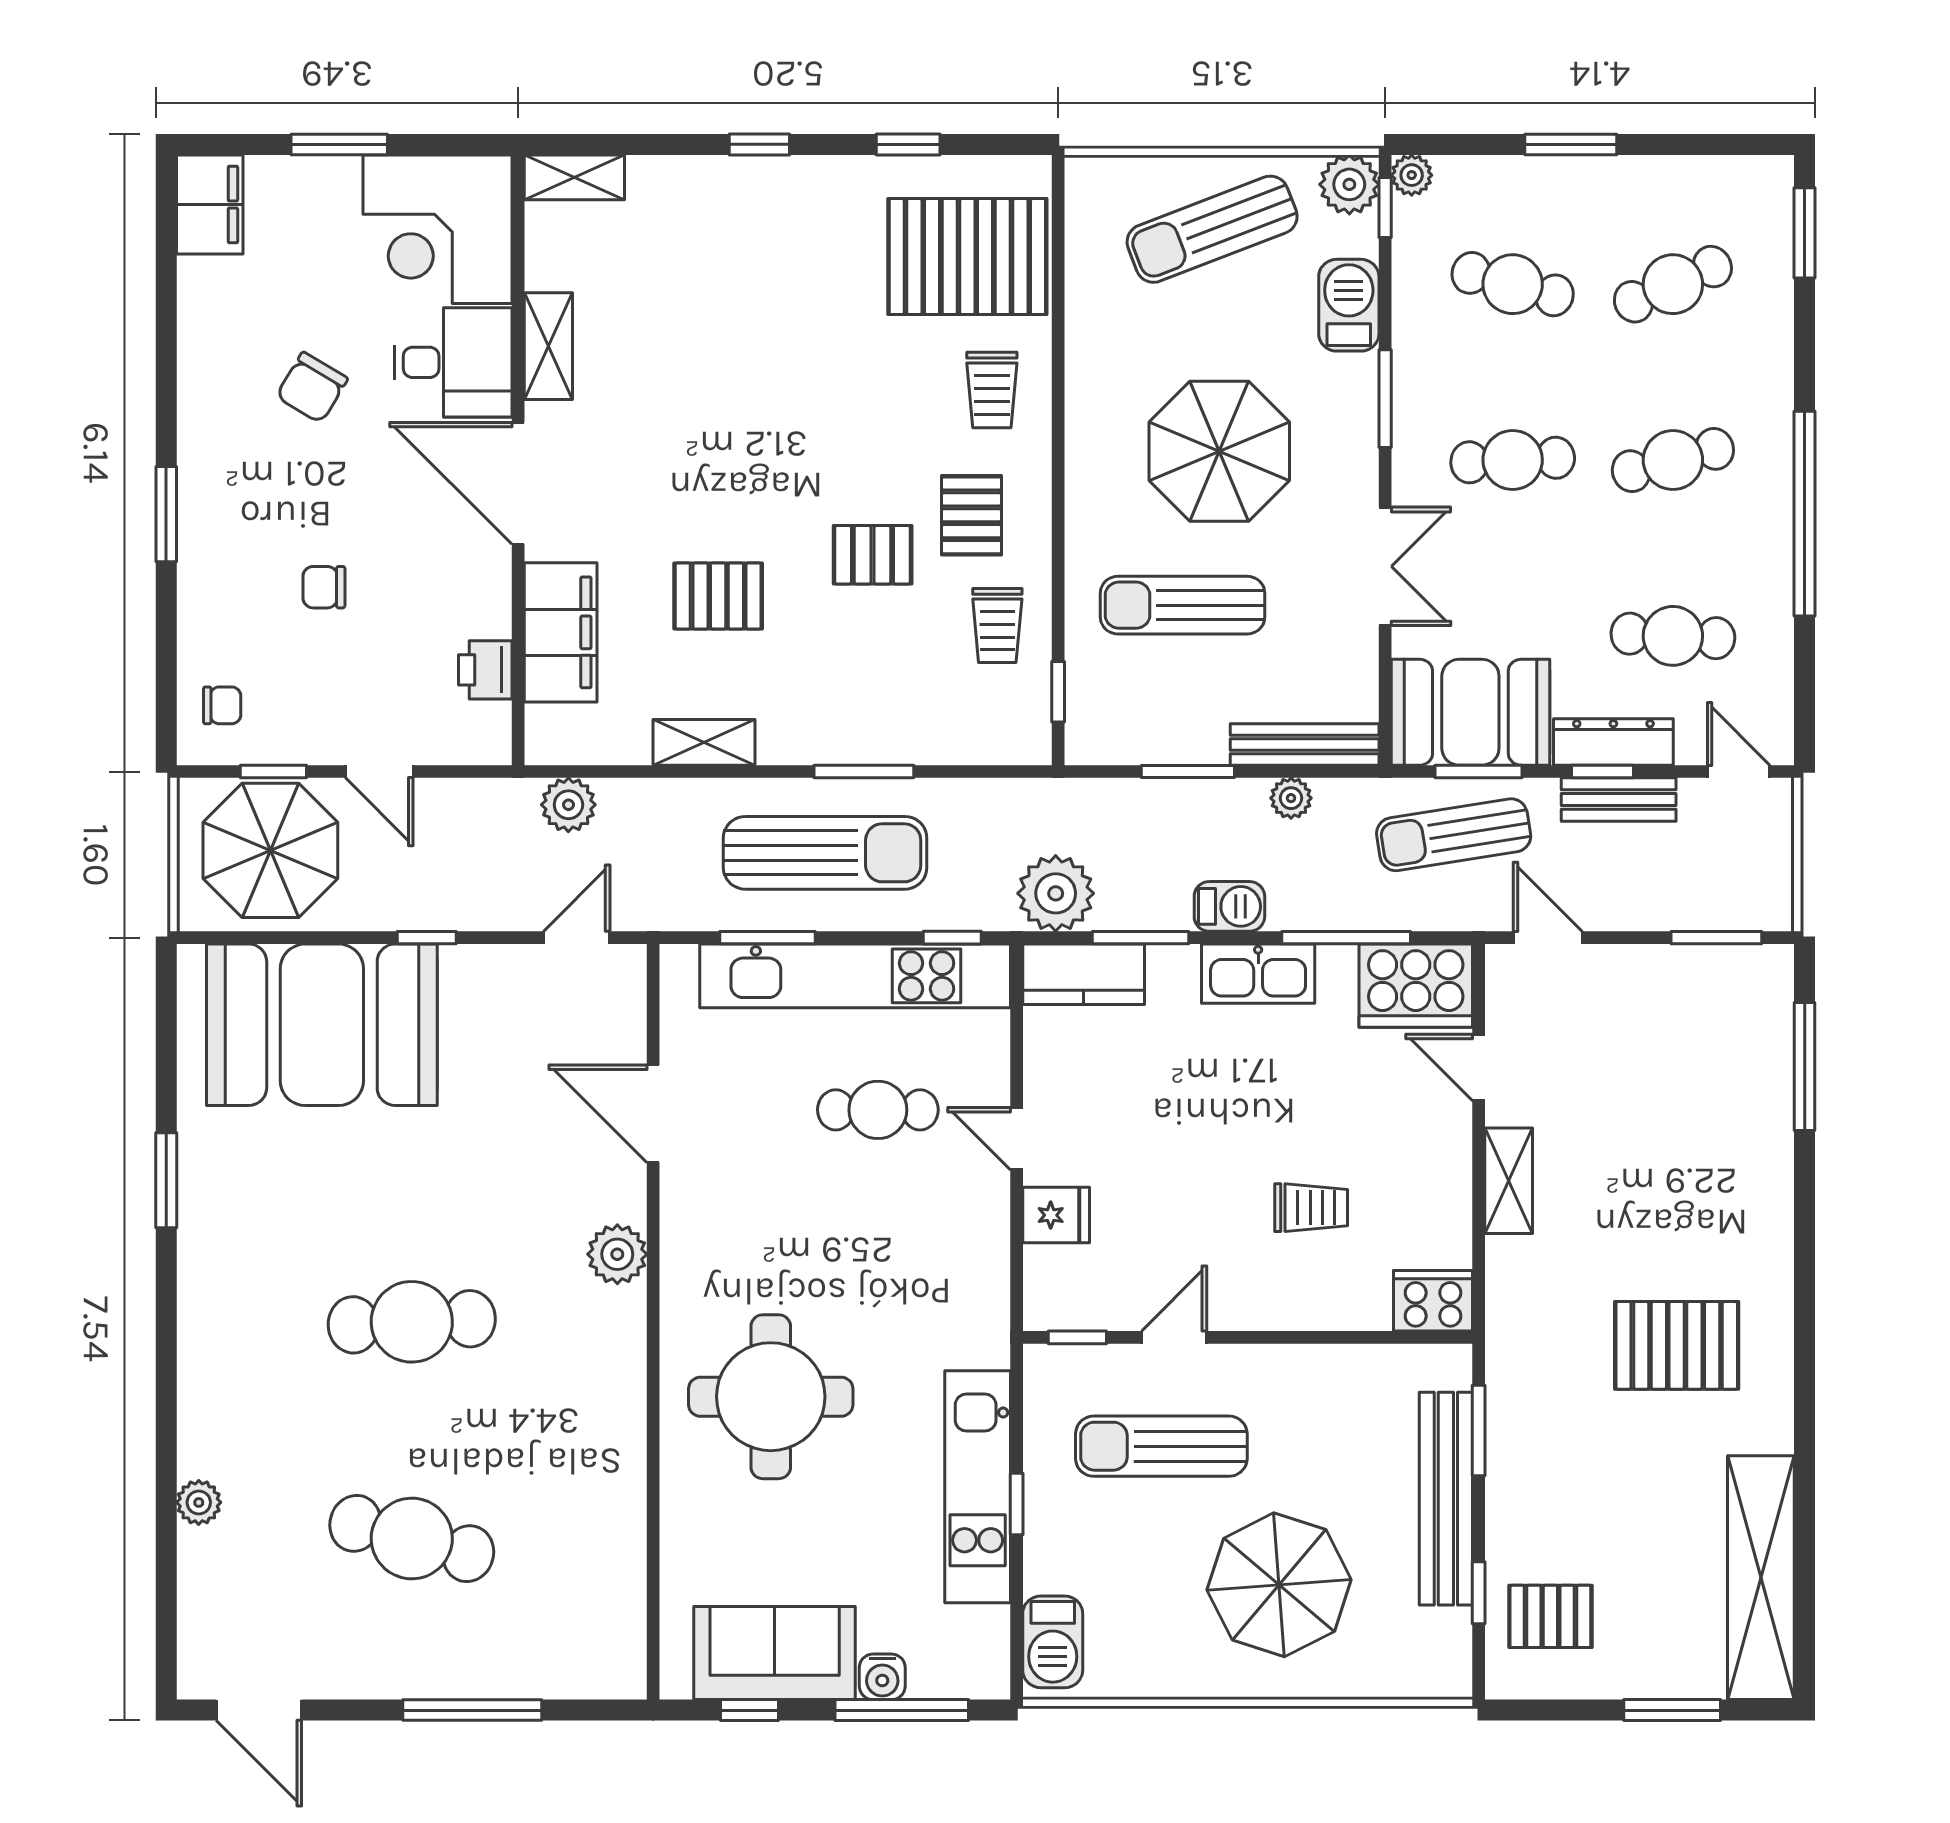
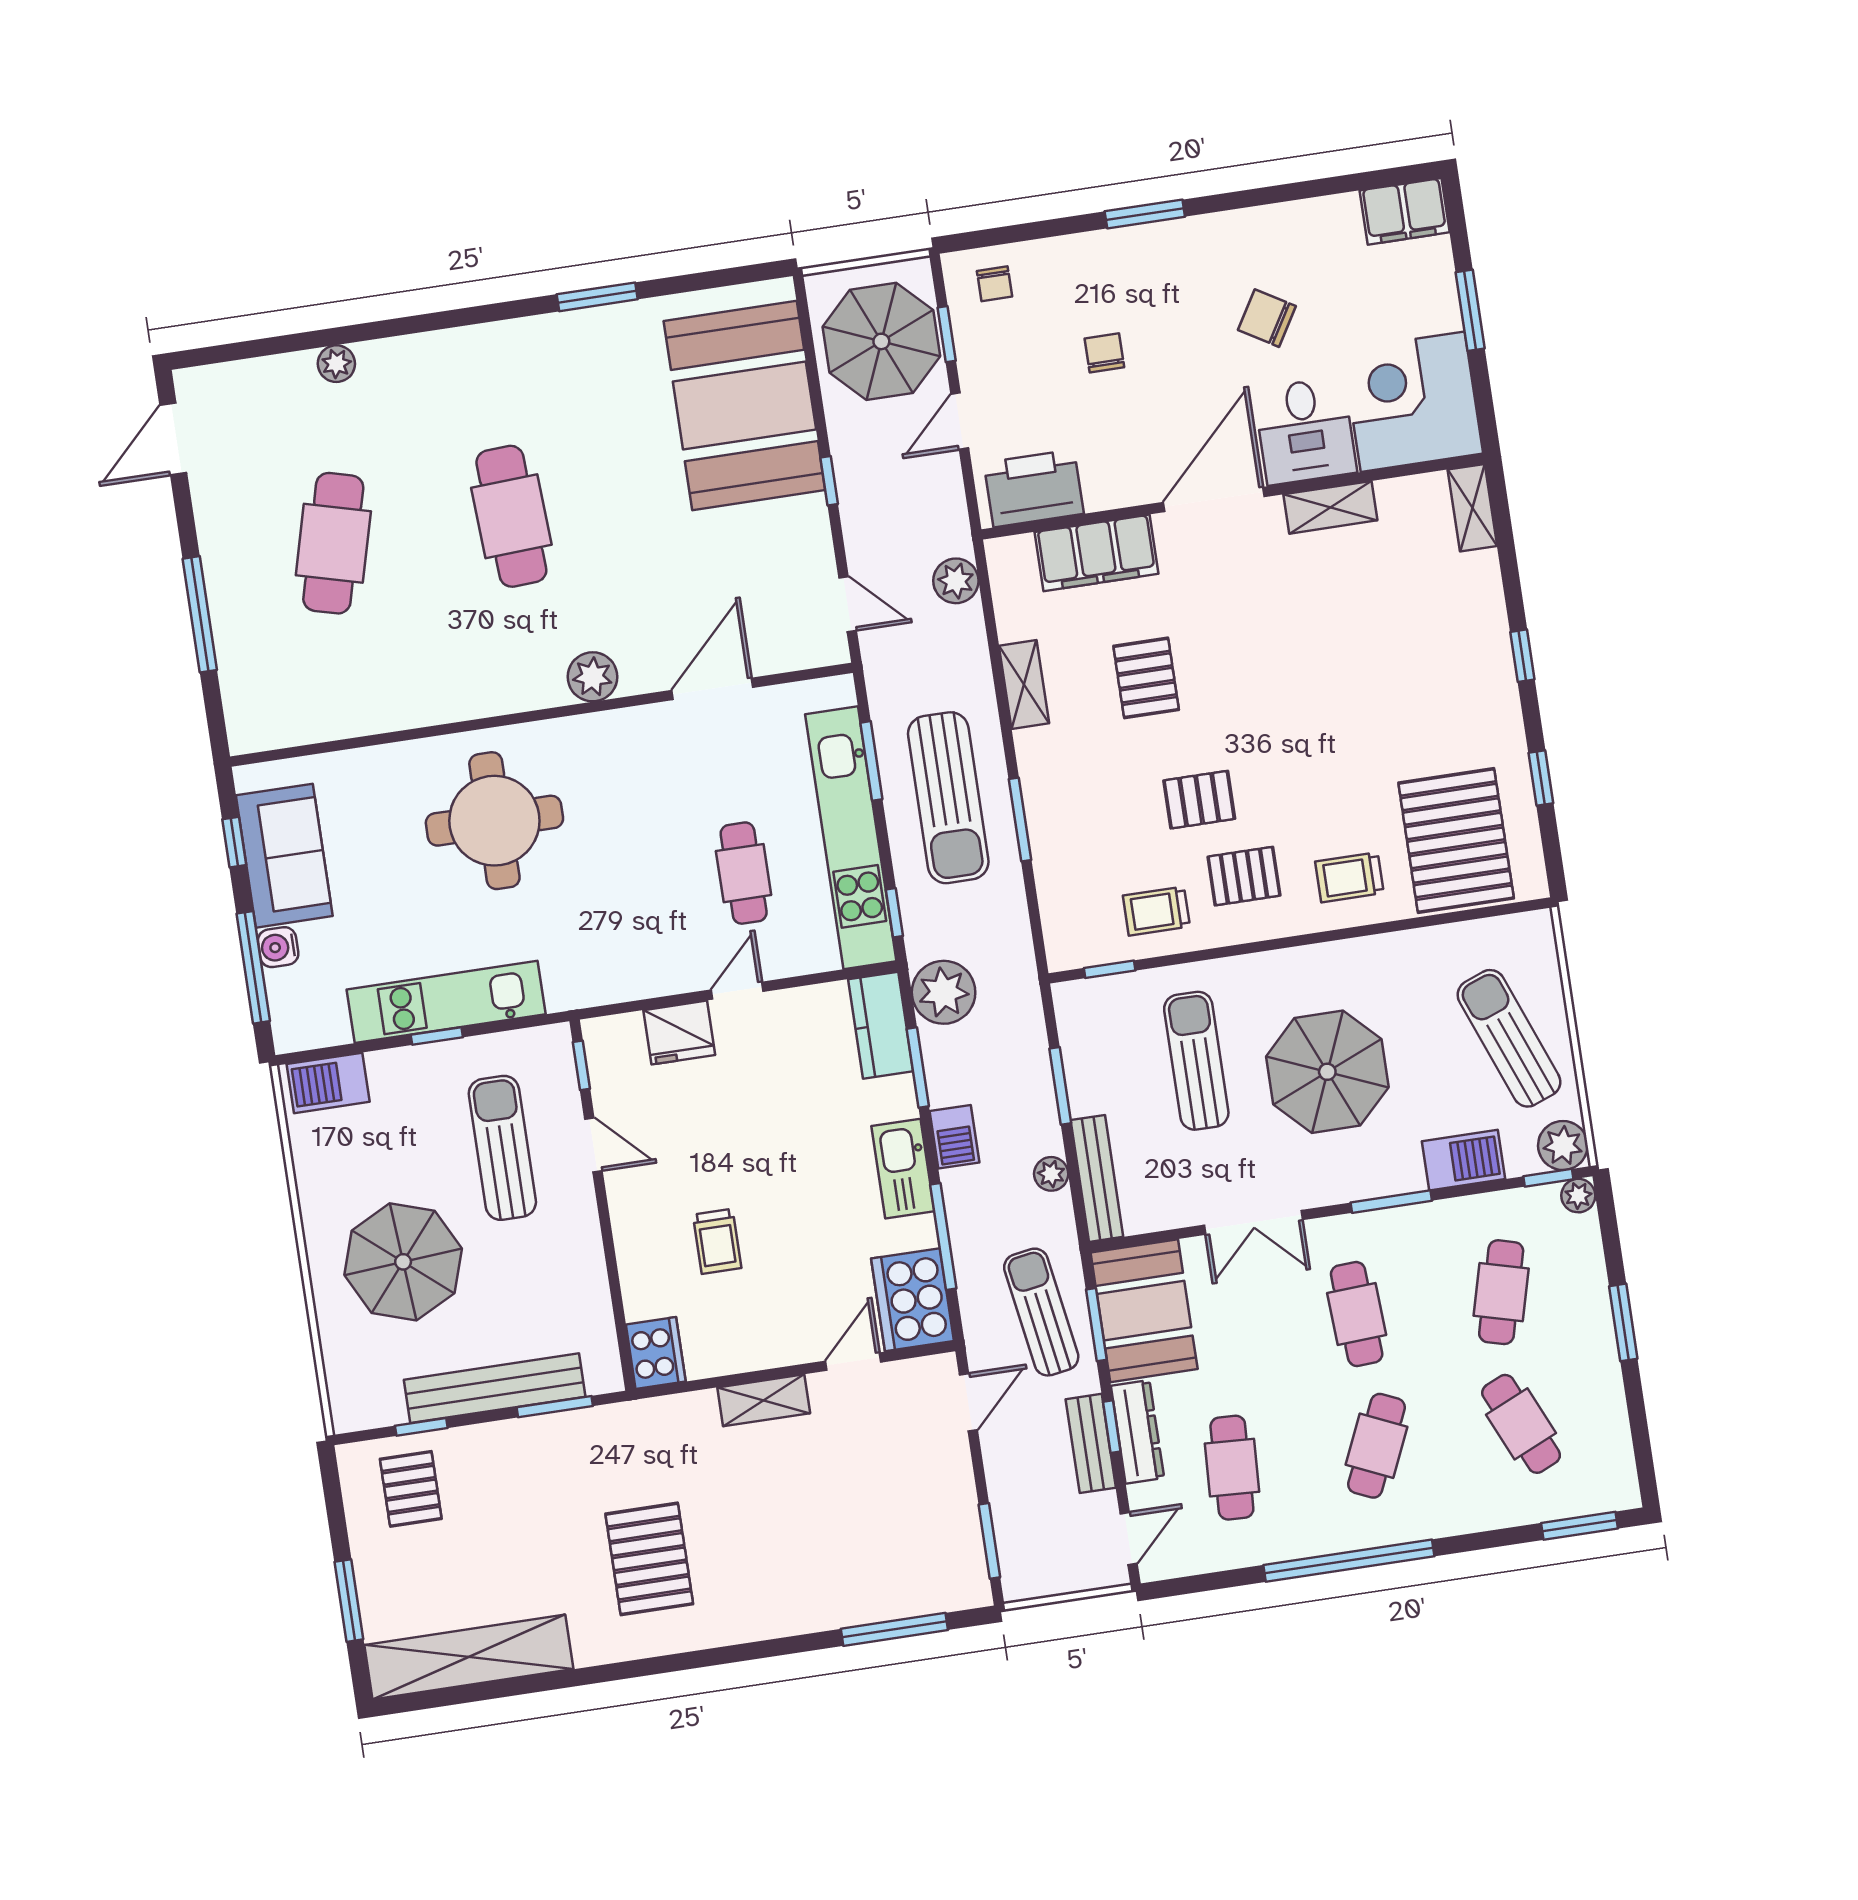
cafe table: (1673, 460) -> (1377, 1446), turned 39
pallet: (873, 555) -> (1199, 800), turned 90
printer: (485, 670) -> (1034, 488), width x1.87, depth x1.48
fridge: (1056, 1215) -> (679, 1033), width x1.38

